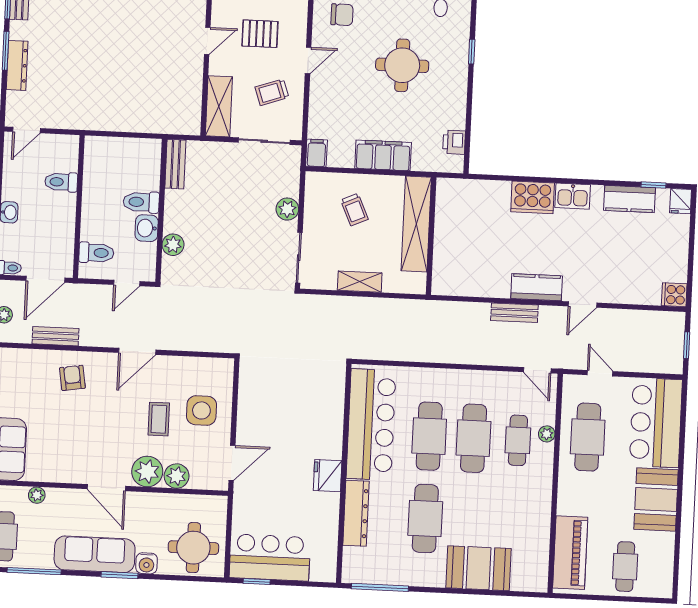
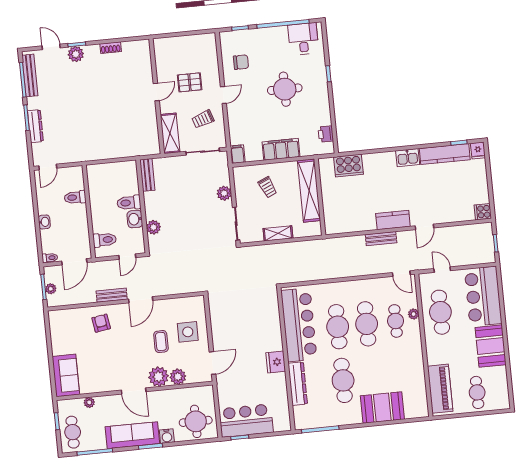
cooker: (533, 197) -> (348, 166), moved
kitchen counter: (630, 199) -> (445, 154), width x1.50
bench: (55, 336) -> (112, 295), moved

